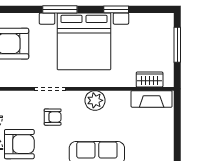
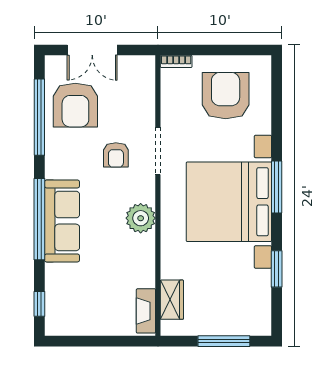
window: (60, 9) -> (277, 187), moved
window: (116, 9) -> (277, 269), moved
fireplace: (152, 99) -> (146, 311), width x0.73, depth x0.76

